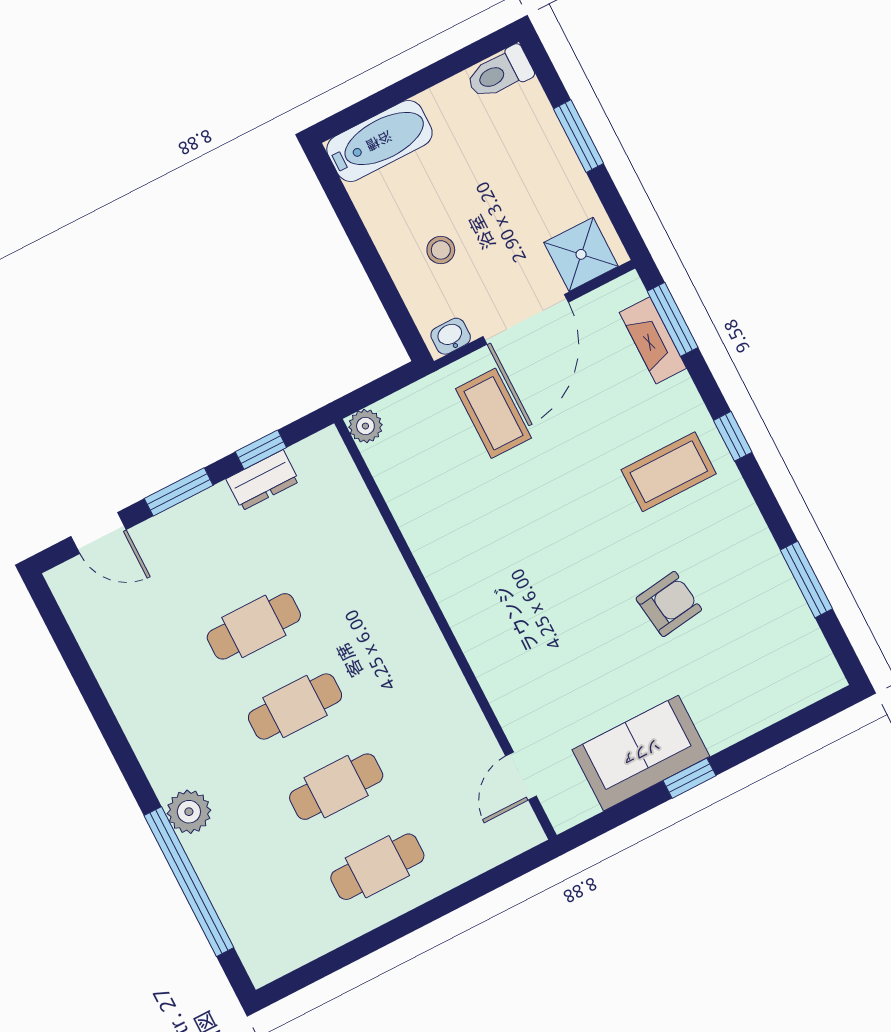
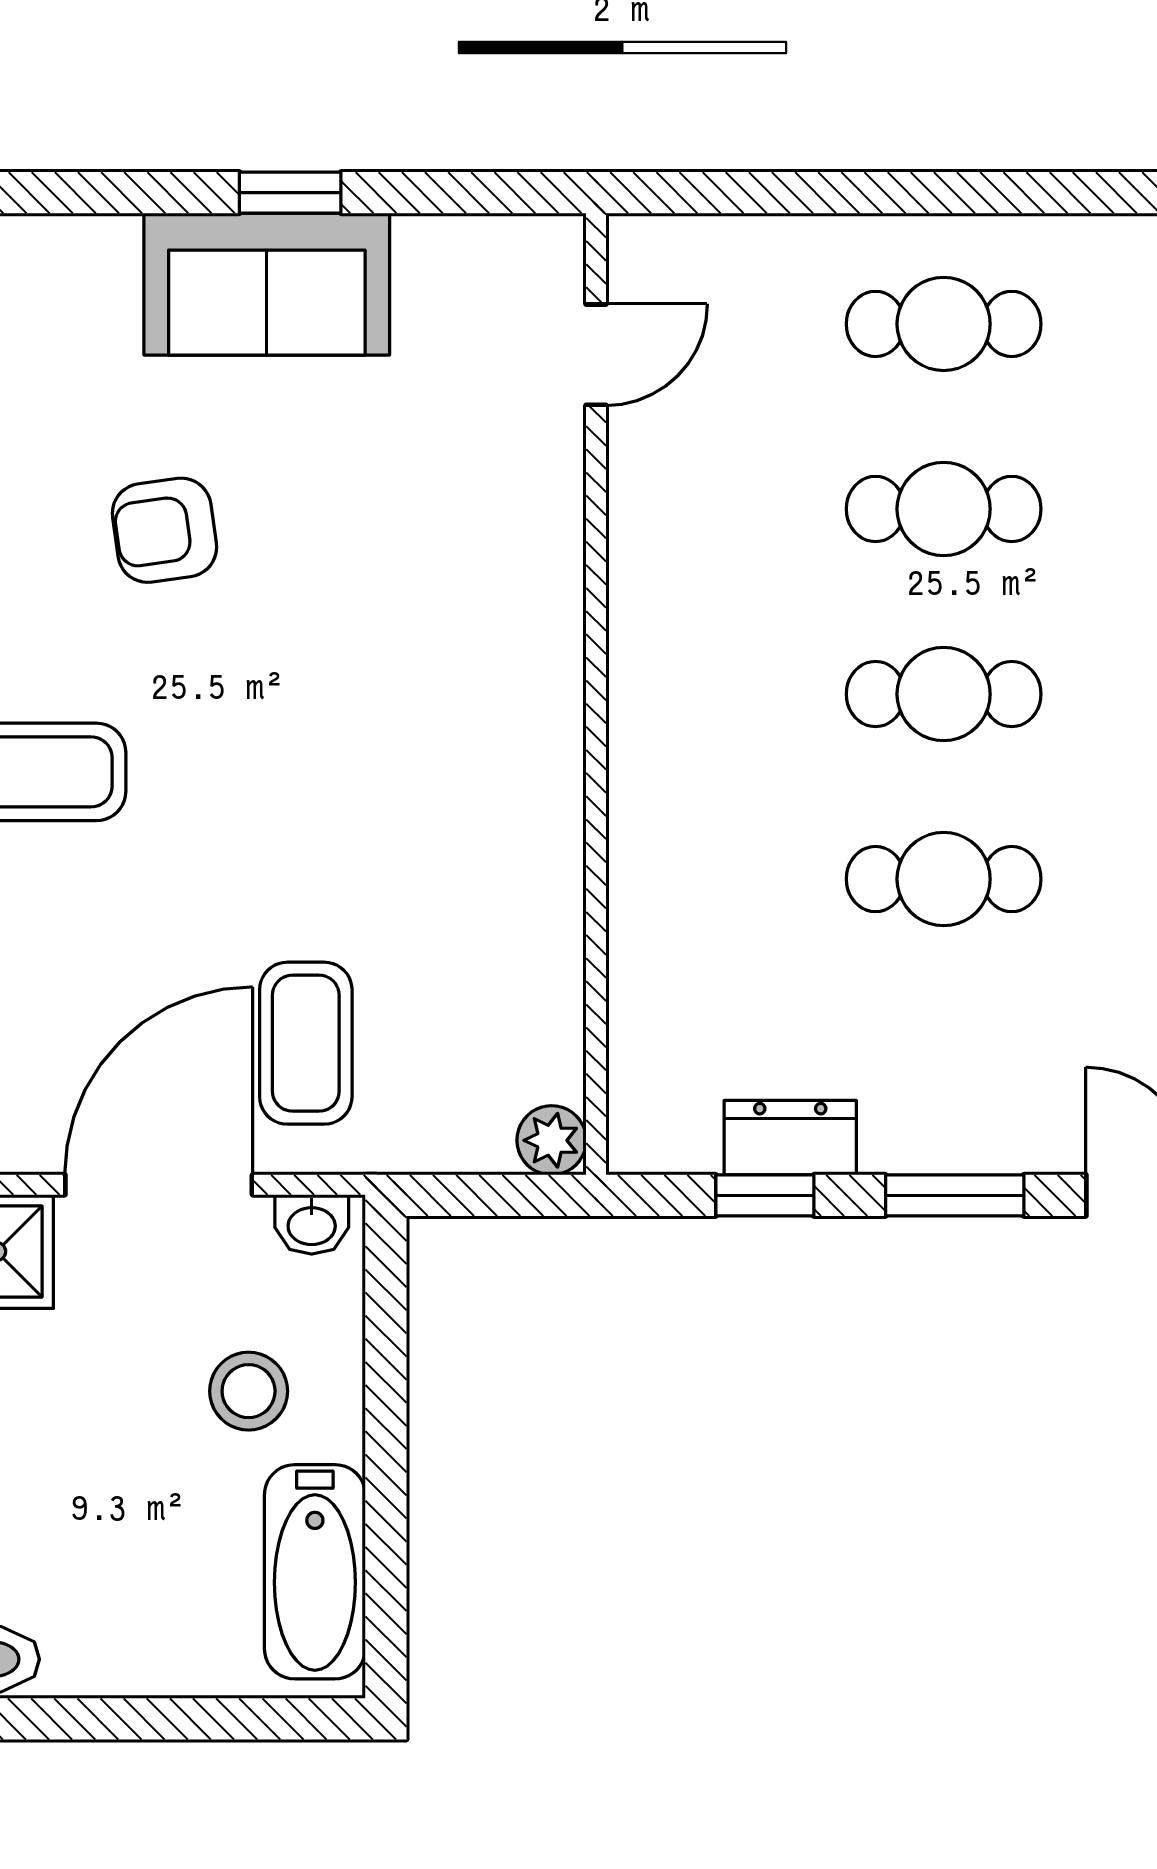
bathtub: (379, 141) -> (315, 1572), moved, turned -90
stool: (441, 250) -> (249, 1391), width x1.37, depth x1.37
sofa: (641, 753) -> (267, 284), moved

